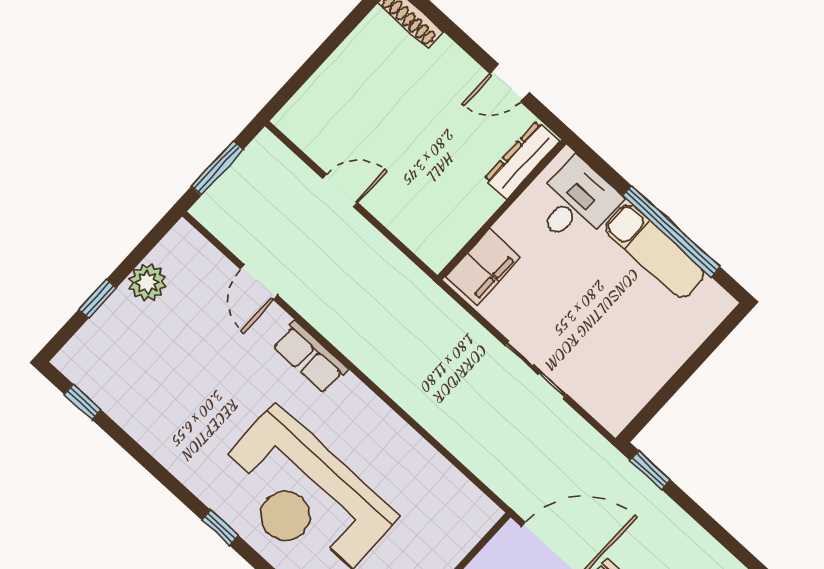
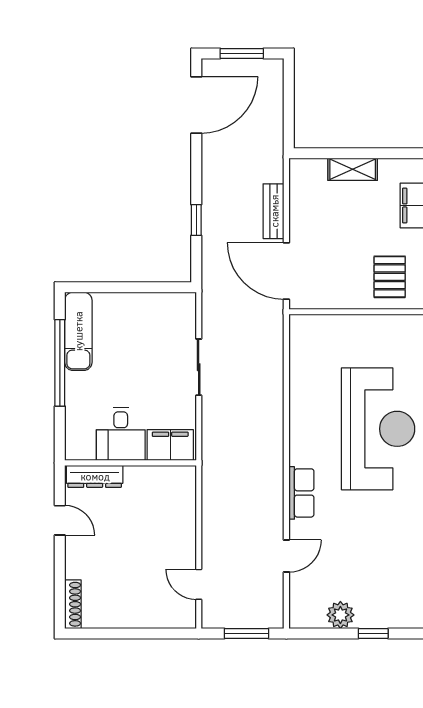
door: (340, 191) -> (199, 584), moved
desk: (575, 202) -> (121, 434), moved, turned -90
exam couch: (655, 251) -> (78, 331), moved
window: (650, 470) -> (196, 220), moved

